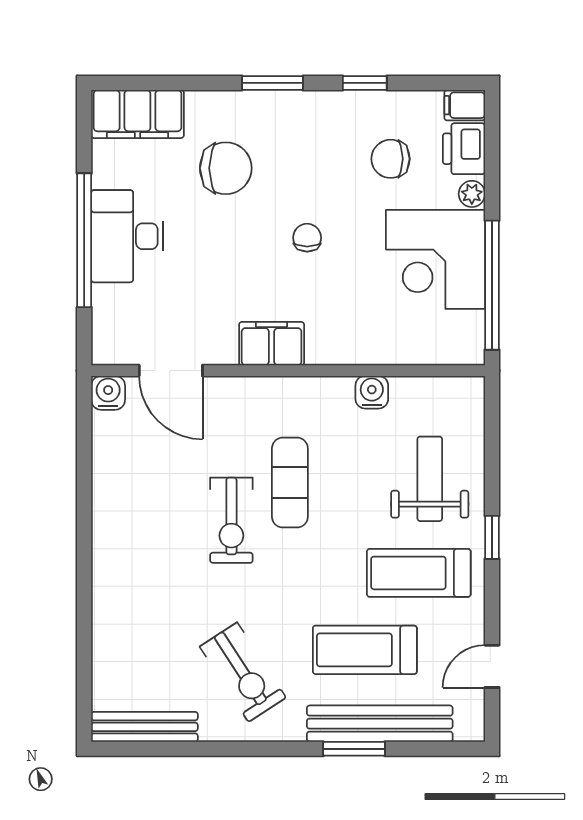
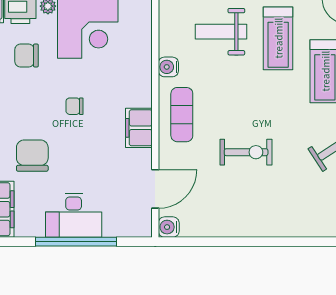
chair: (391, 159) -> (27, 56), turned 90
exercise mat: (290, 483) -> (182, 115), moved, turned 90

